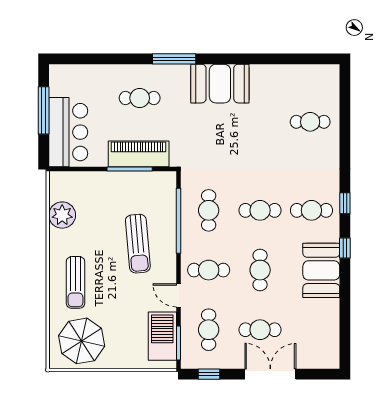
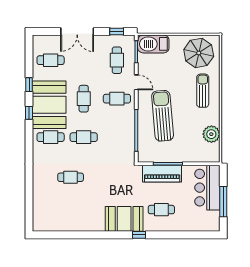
window: (174, 59) -> (139, 235), width x0.46
booth: (220, 84) -> (124, 219), moved
cafe table: (310, 122) -> (71, 177), moved
window: (345, 203) -> (29, 85), moved
cafe table: (209, 210) -> (117, 137), removed
sun lounger: (138, 244) -> (163, 116), width x1.36, depth x1.34
booth: (321, 270) -> (49, 105), width x1.36, depth x1.42
cafe table: (260, 330) -> (51, 60), moved
barbecue: (162, 336) -> (153, 44), moved, turned 90

